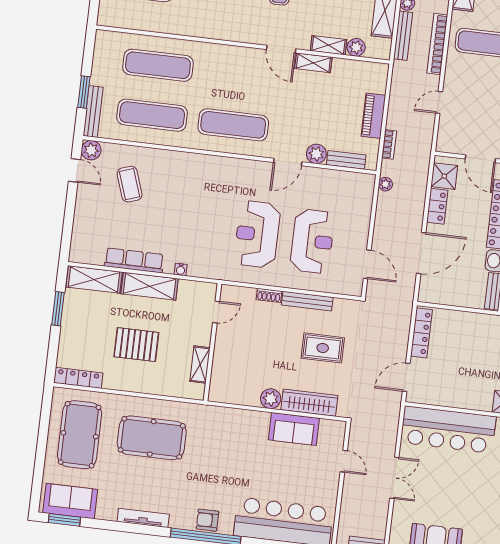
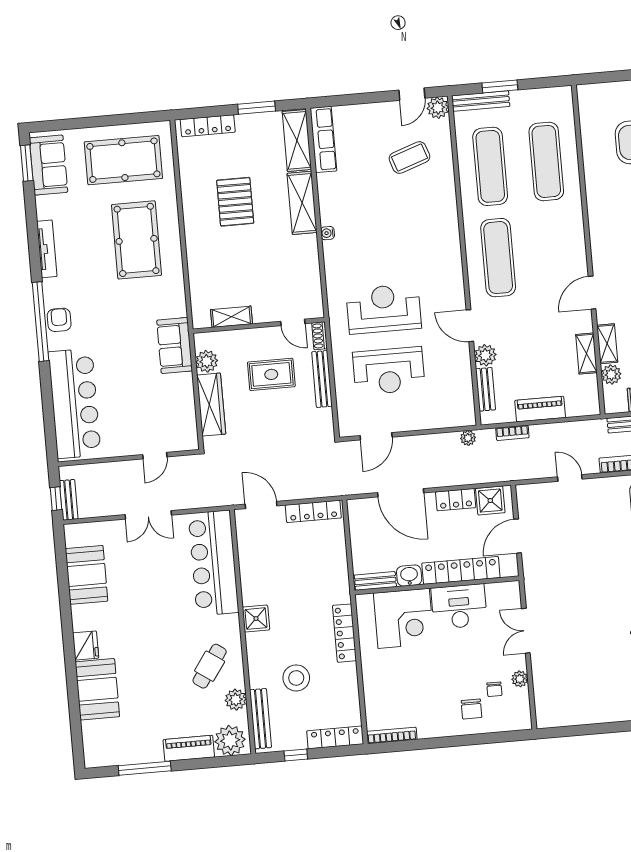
shelving: (313, 63) -> (586, 354), moved
row of seats: (134, 260) -> (323, 139), moved
door: (216, 312) -> (293, 322), moved
wall: (213, 342) -> (259, 325), moved
rug: (323, 348) -> (271, 374), moved, turned 90
shelving: (200, 365) -> (231, 317), moved
locker: (78, 378) -> (208, 126), moved, turned 90
sofa: (294, 429) -> (175, 345), moved

